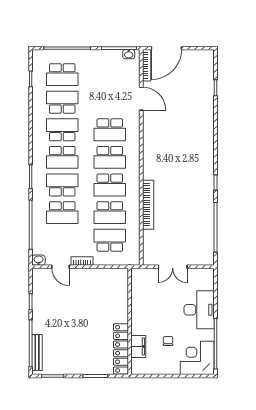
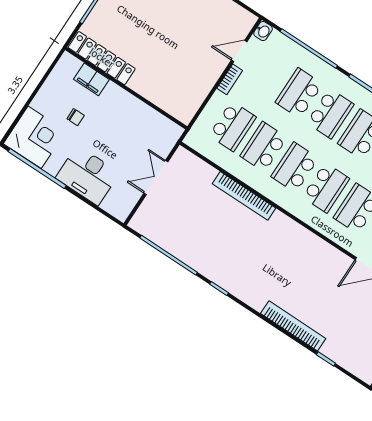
bookcase: (208, 121) -> (293, 326), added
school desk: (110, 157) -> (326, 188), turned 180

